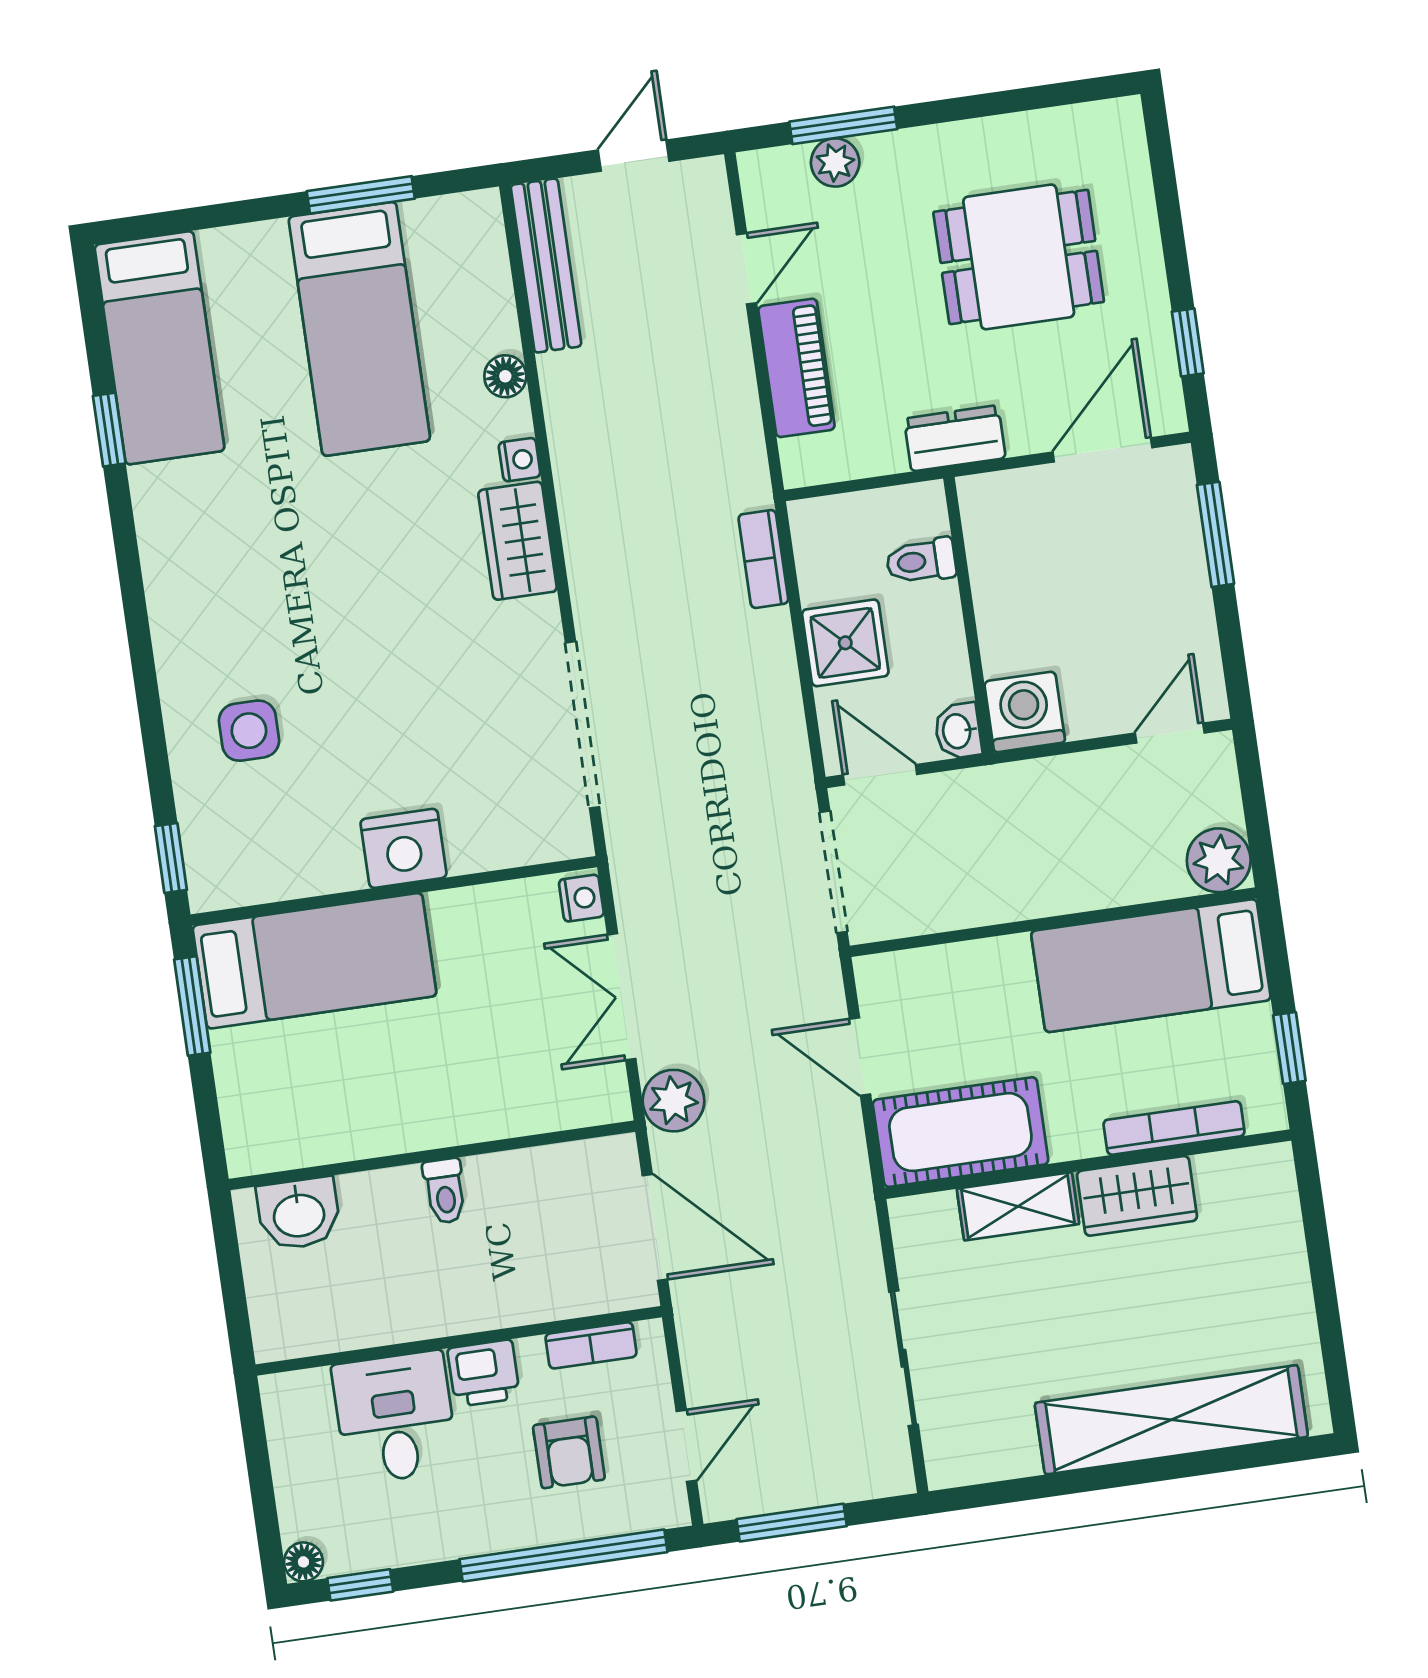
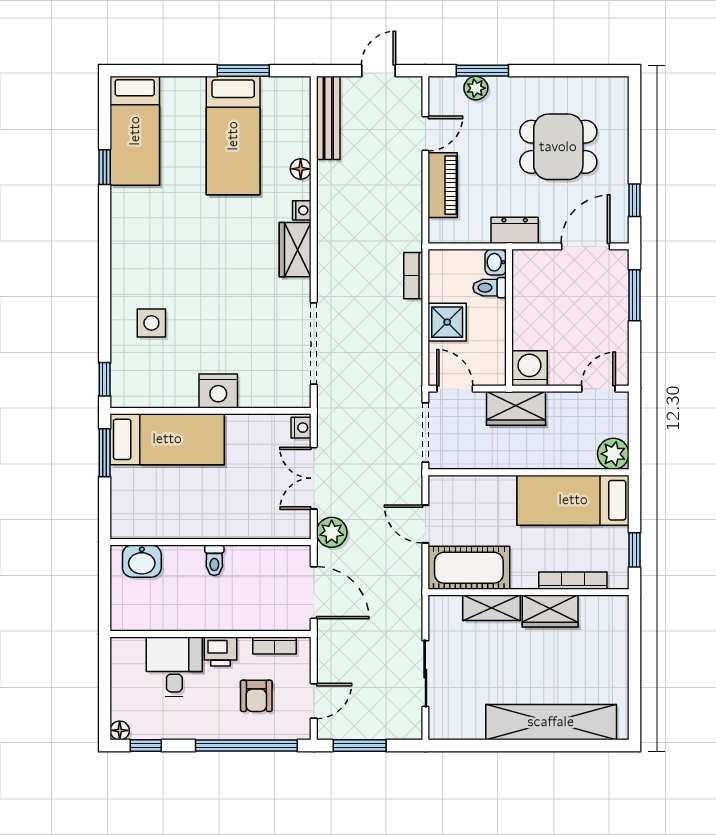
washbasin: (958, 731) -> (496, 262), moved
wardrobe: (1009, 797) -> (516, 408), added

